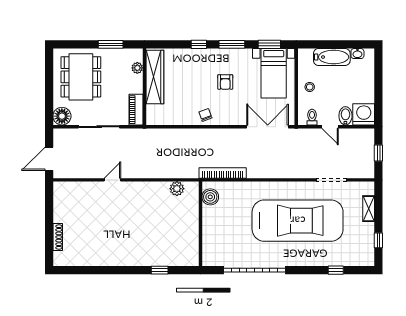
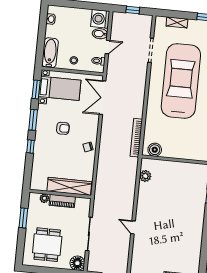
bathtub: (332, 57) -> (50, 53), moved
dining table: (81, 77) -> (47, 245), width x0.73
wardrobe: (155, 77) -> (69, 186), moved
piano: (136, 110) -> (62, 201), moved

